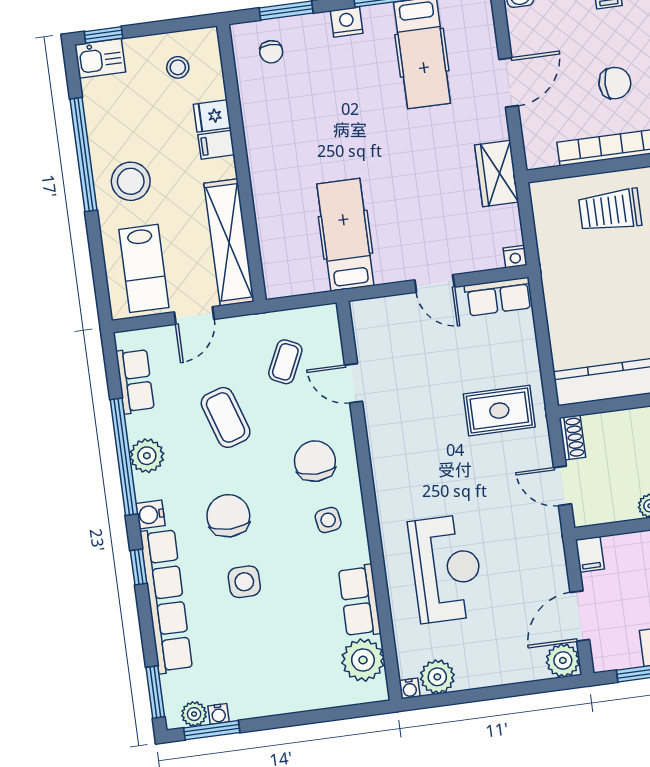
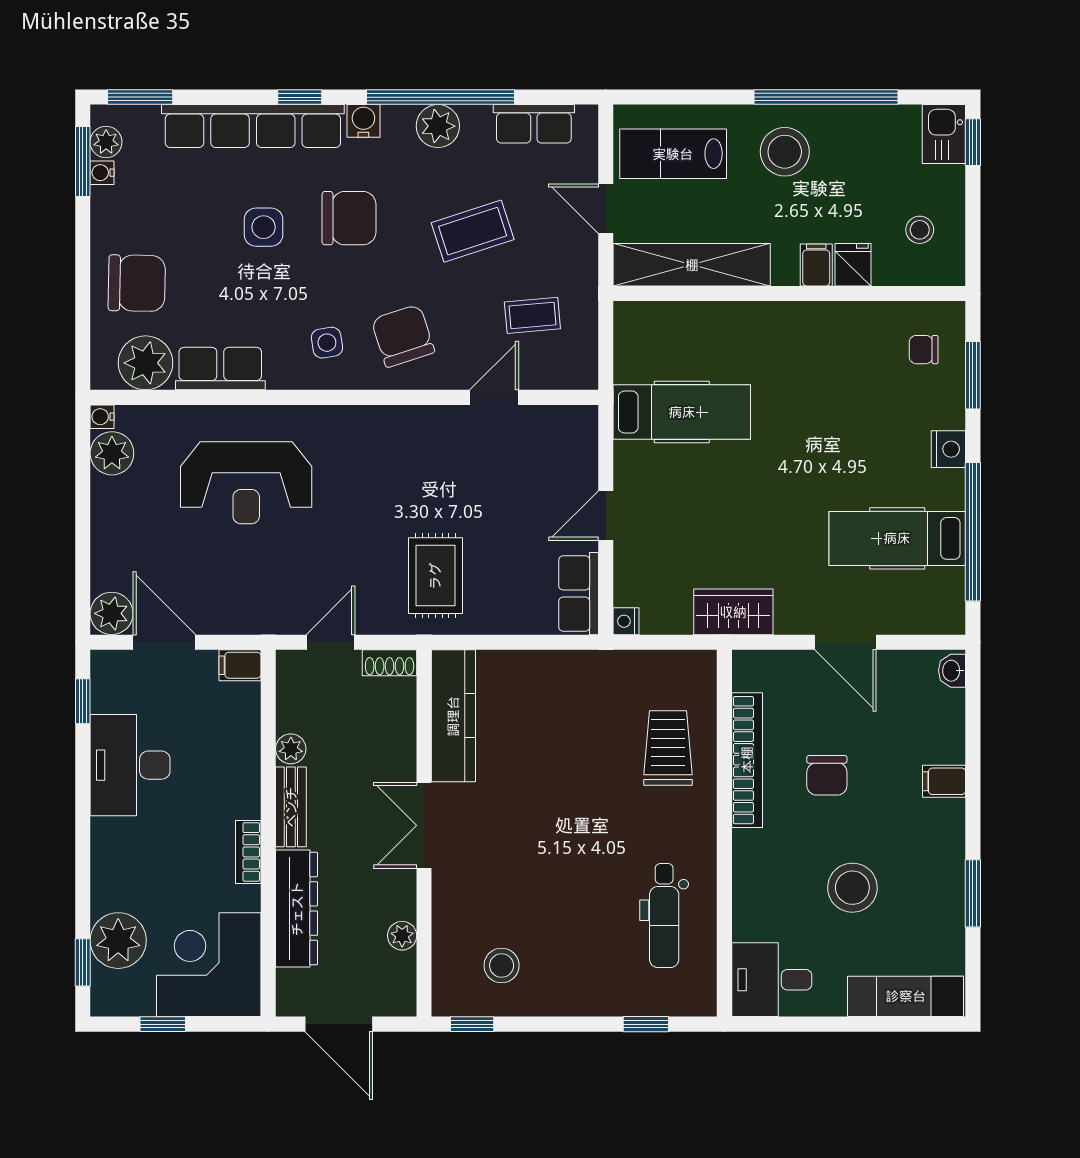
coffee table: (285, 362) -> (532, 315), turned -30
chair: (315, 461) -> (403, 336), turned -108
chair: (301, 675) -> (137, 283), added

